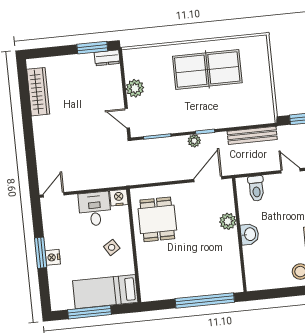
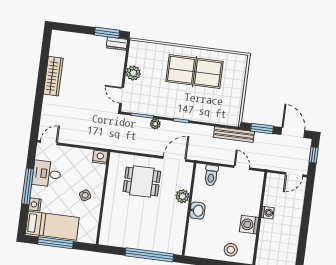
wardrobe: (38, 92) -> (53, 76), moved
bench: (252, 135) -> (234, 134), moved
plant: (194, 141) -> (155, 124), moved
desk: (95, 209) -> (47, 174), moved, turned -90
dining table: (157, 219) -> (142, 181), moved, turned 90
window: (41, 253) -> (28, 186), width x1.44
nightstand: (53, 257) -> (35, 204), moved
bed: (105, 292) -> (52, 226), moved, turned 180

